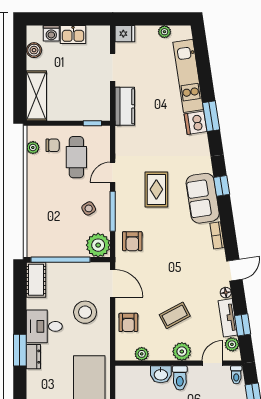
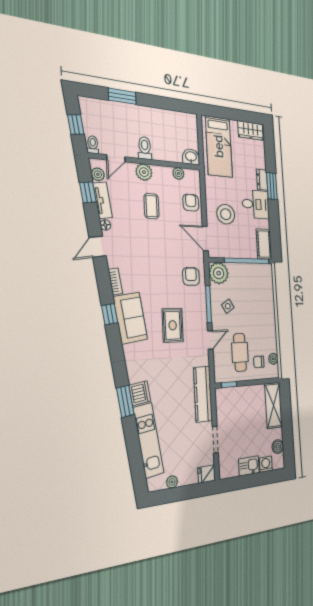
kitchen counter: (125, 106) -> (203, 394), width x1.50
window: (222, 186) -> (110, 314), moved
coffee table: (175, 315) -> (151, 206), turned -62
washbasin: (161, 374) -> (191, 157), moved

